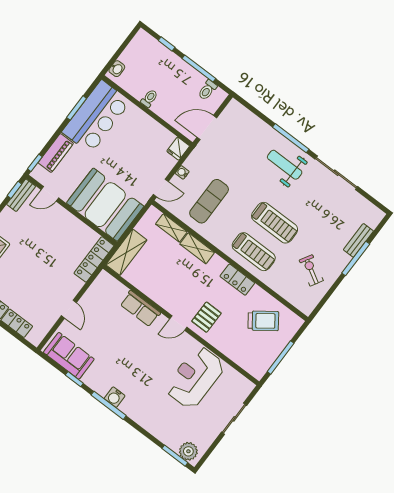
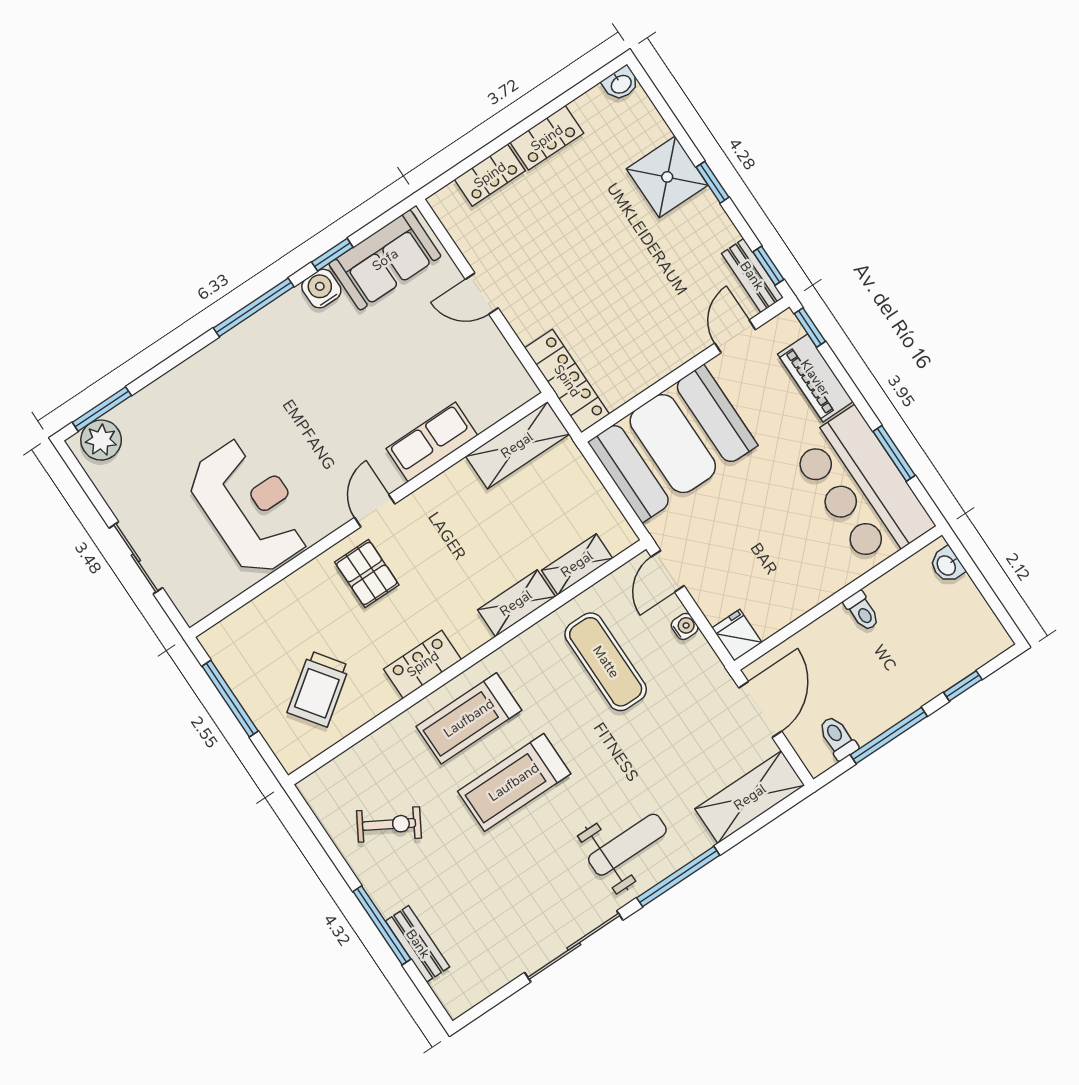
shelving: (246, 119) -> (750, 797), added
shelving: (126, 252) -> (517, 445), moved, turned 90
water cooler: (115, 397) -> (321, 289), moved

